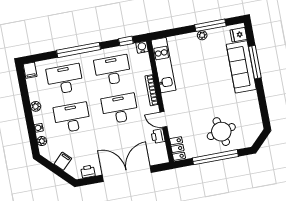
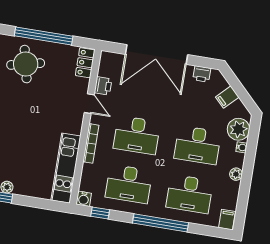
plant: (42, 141) -> (238, 129), width x1.88, depth x1.88

